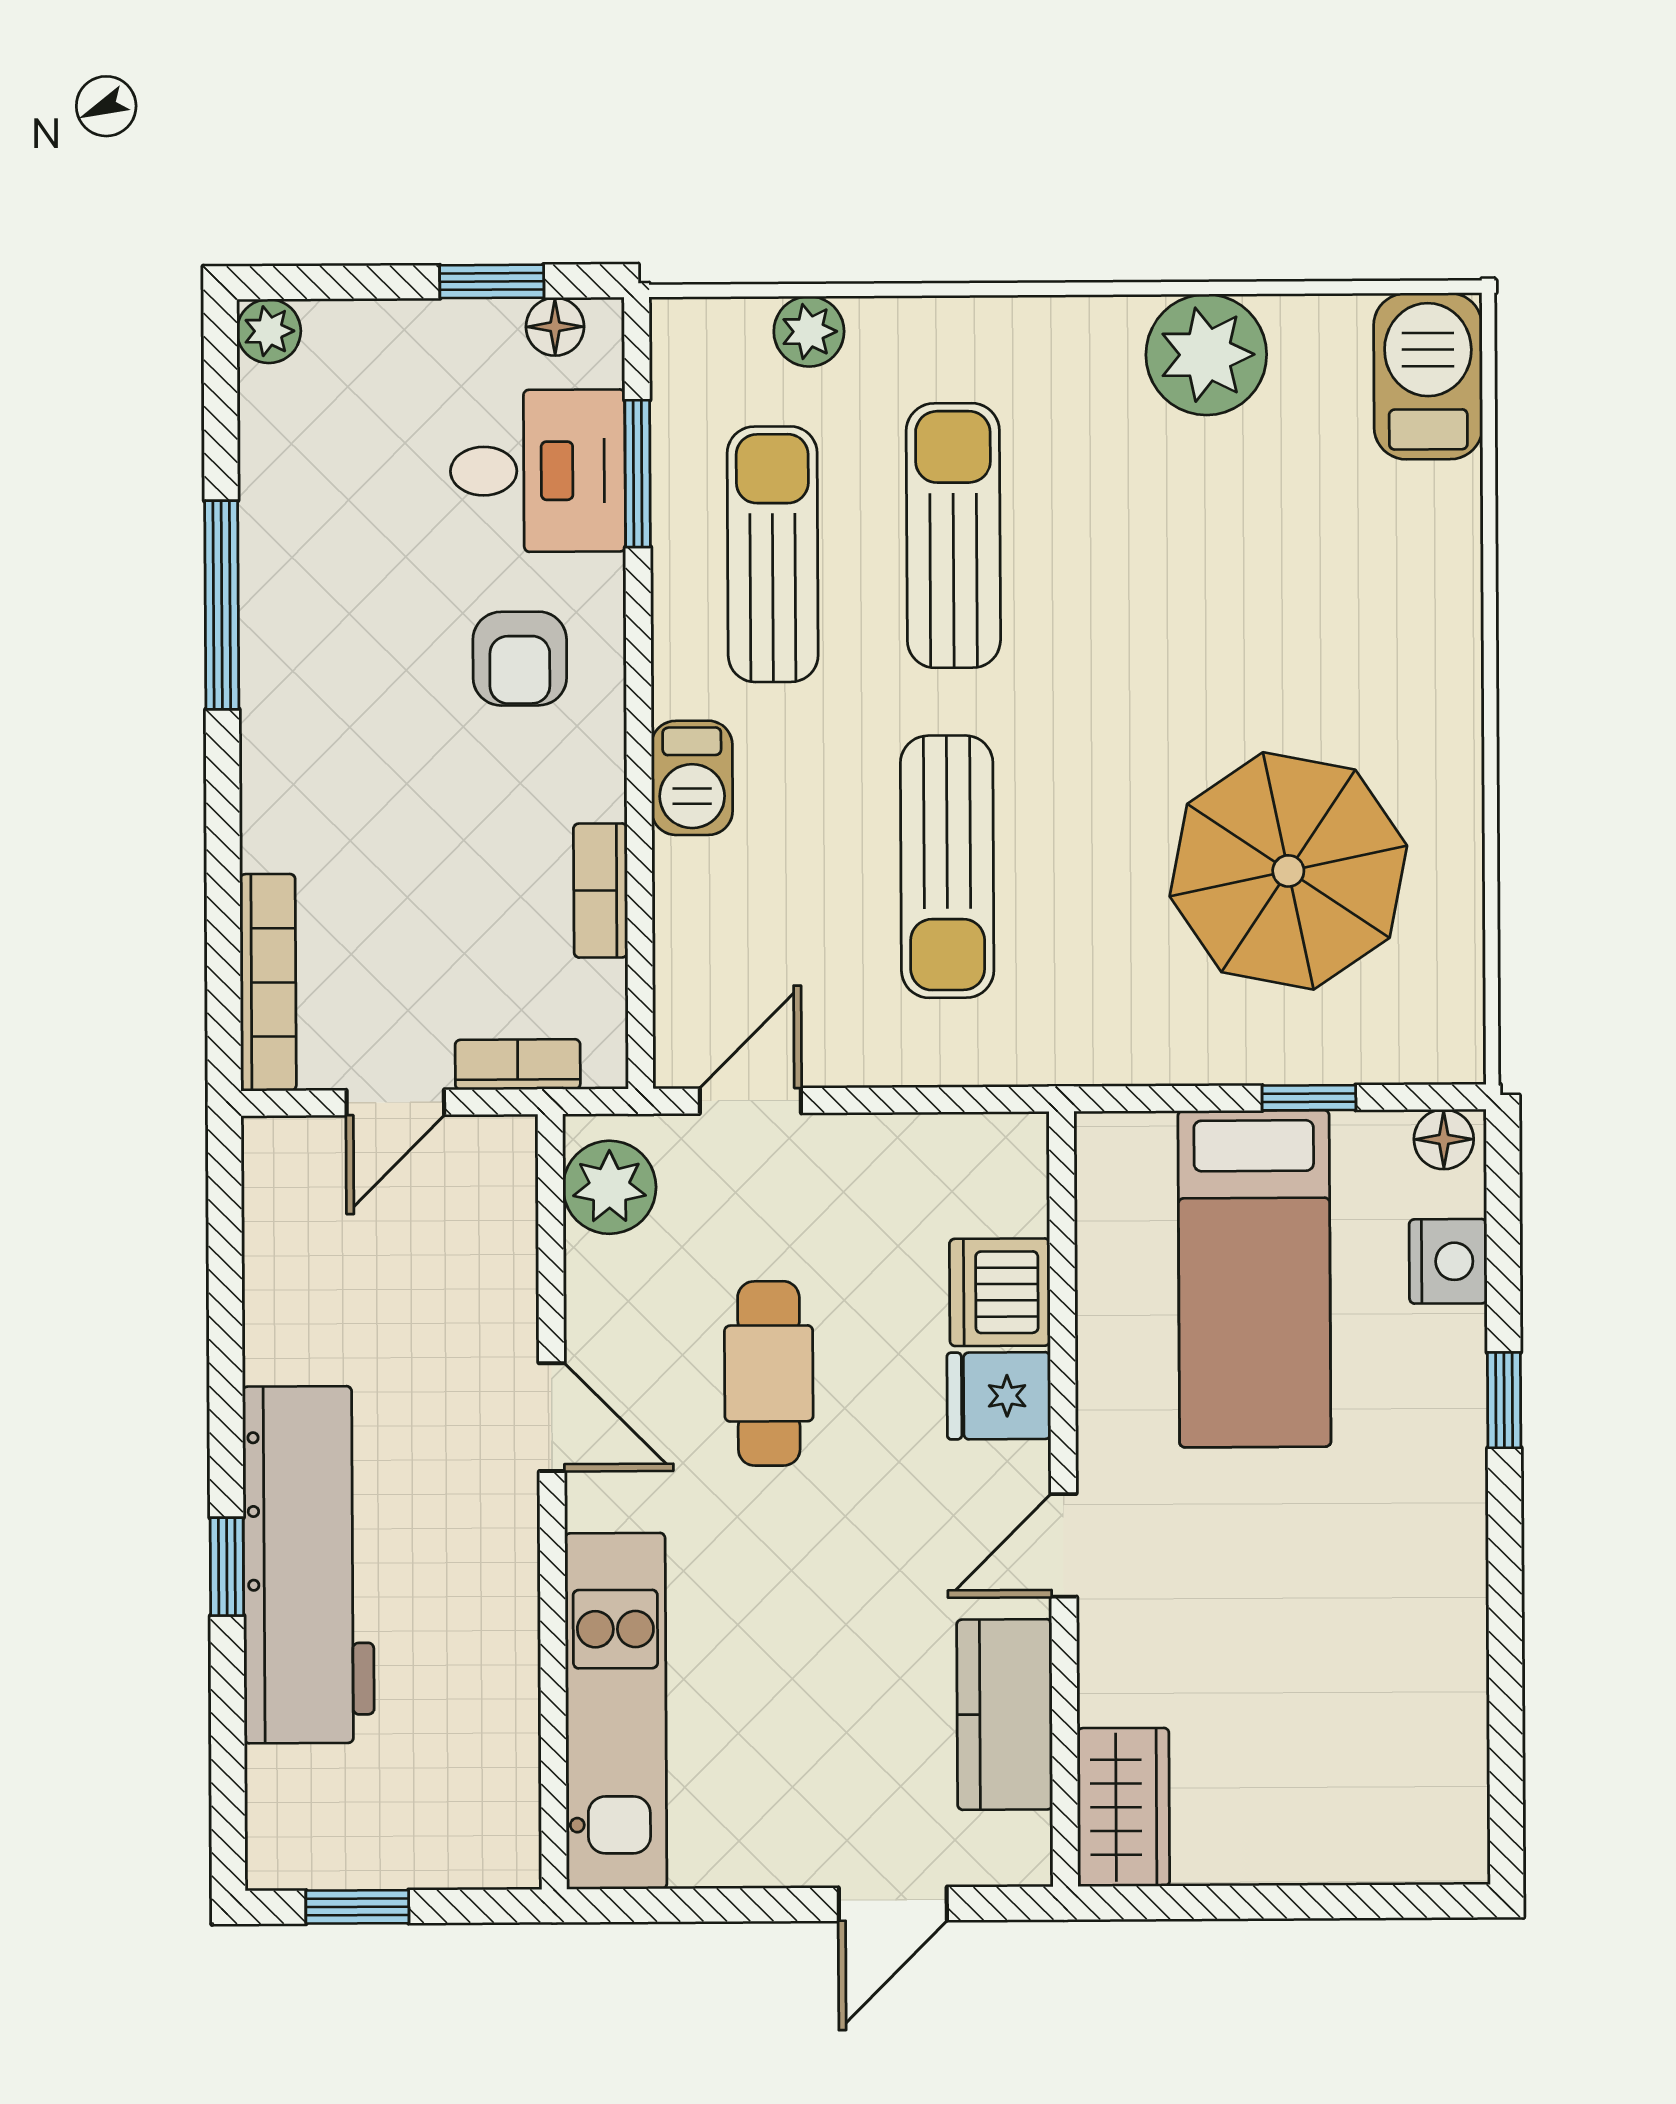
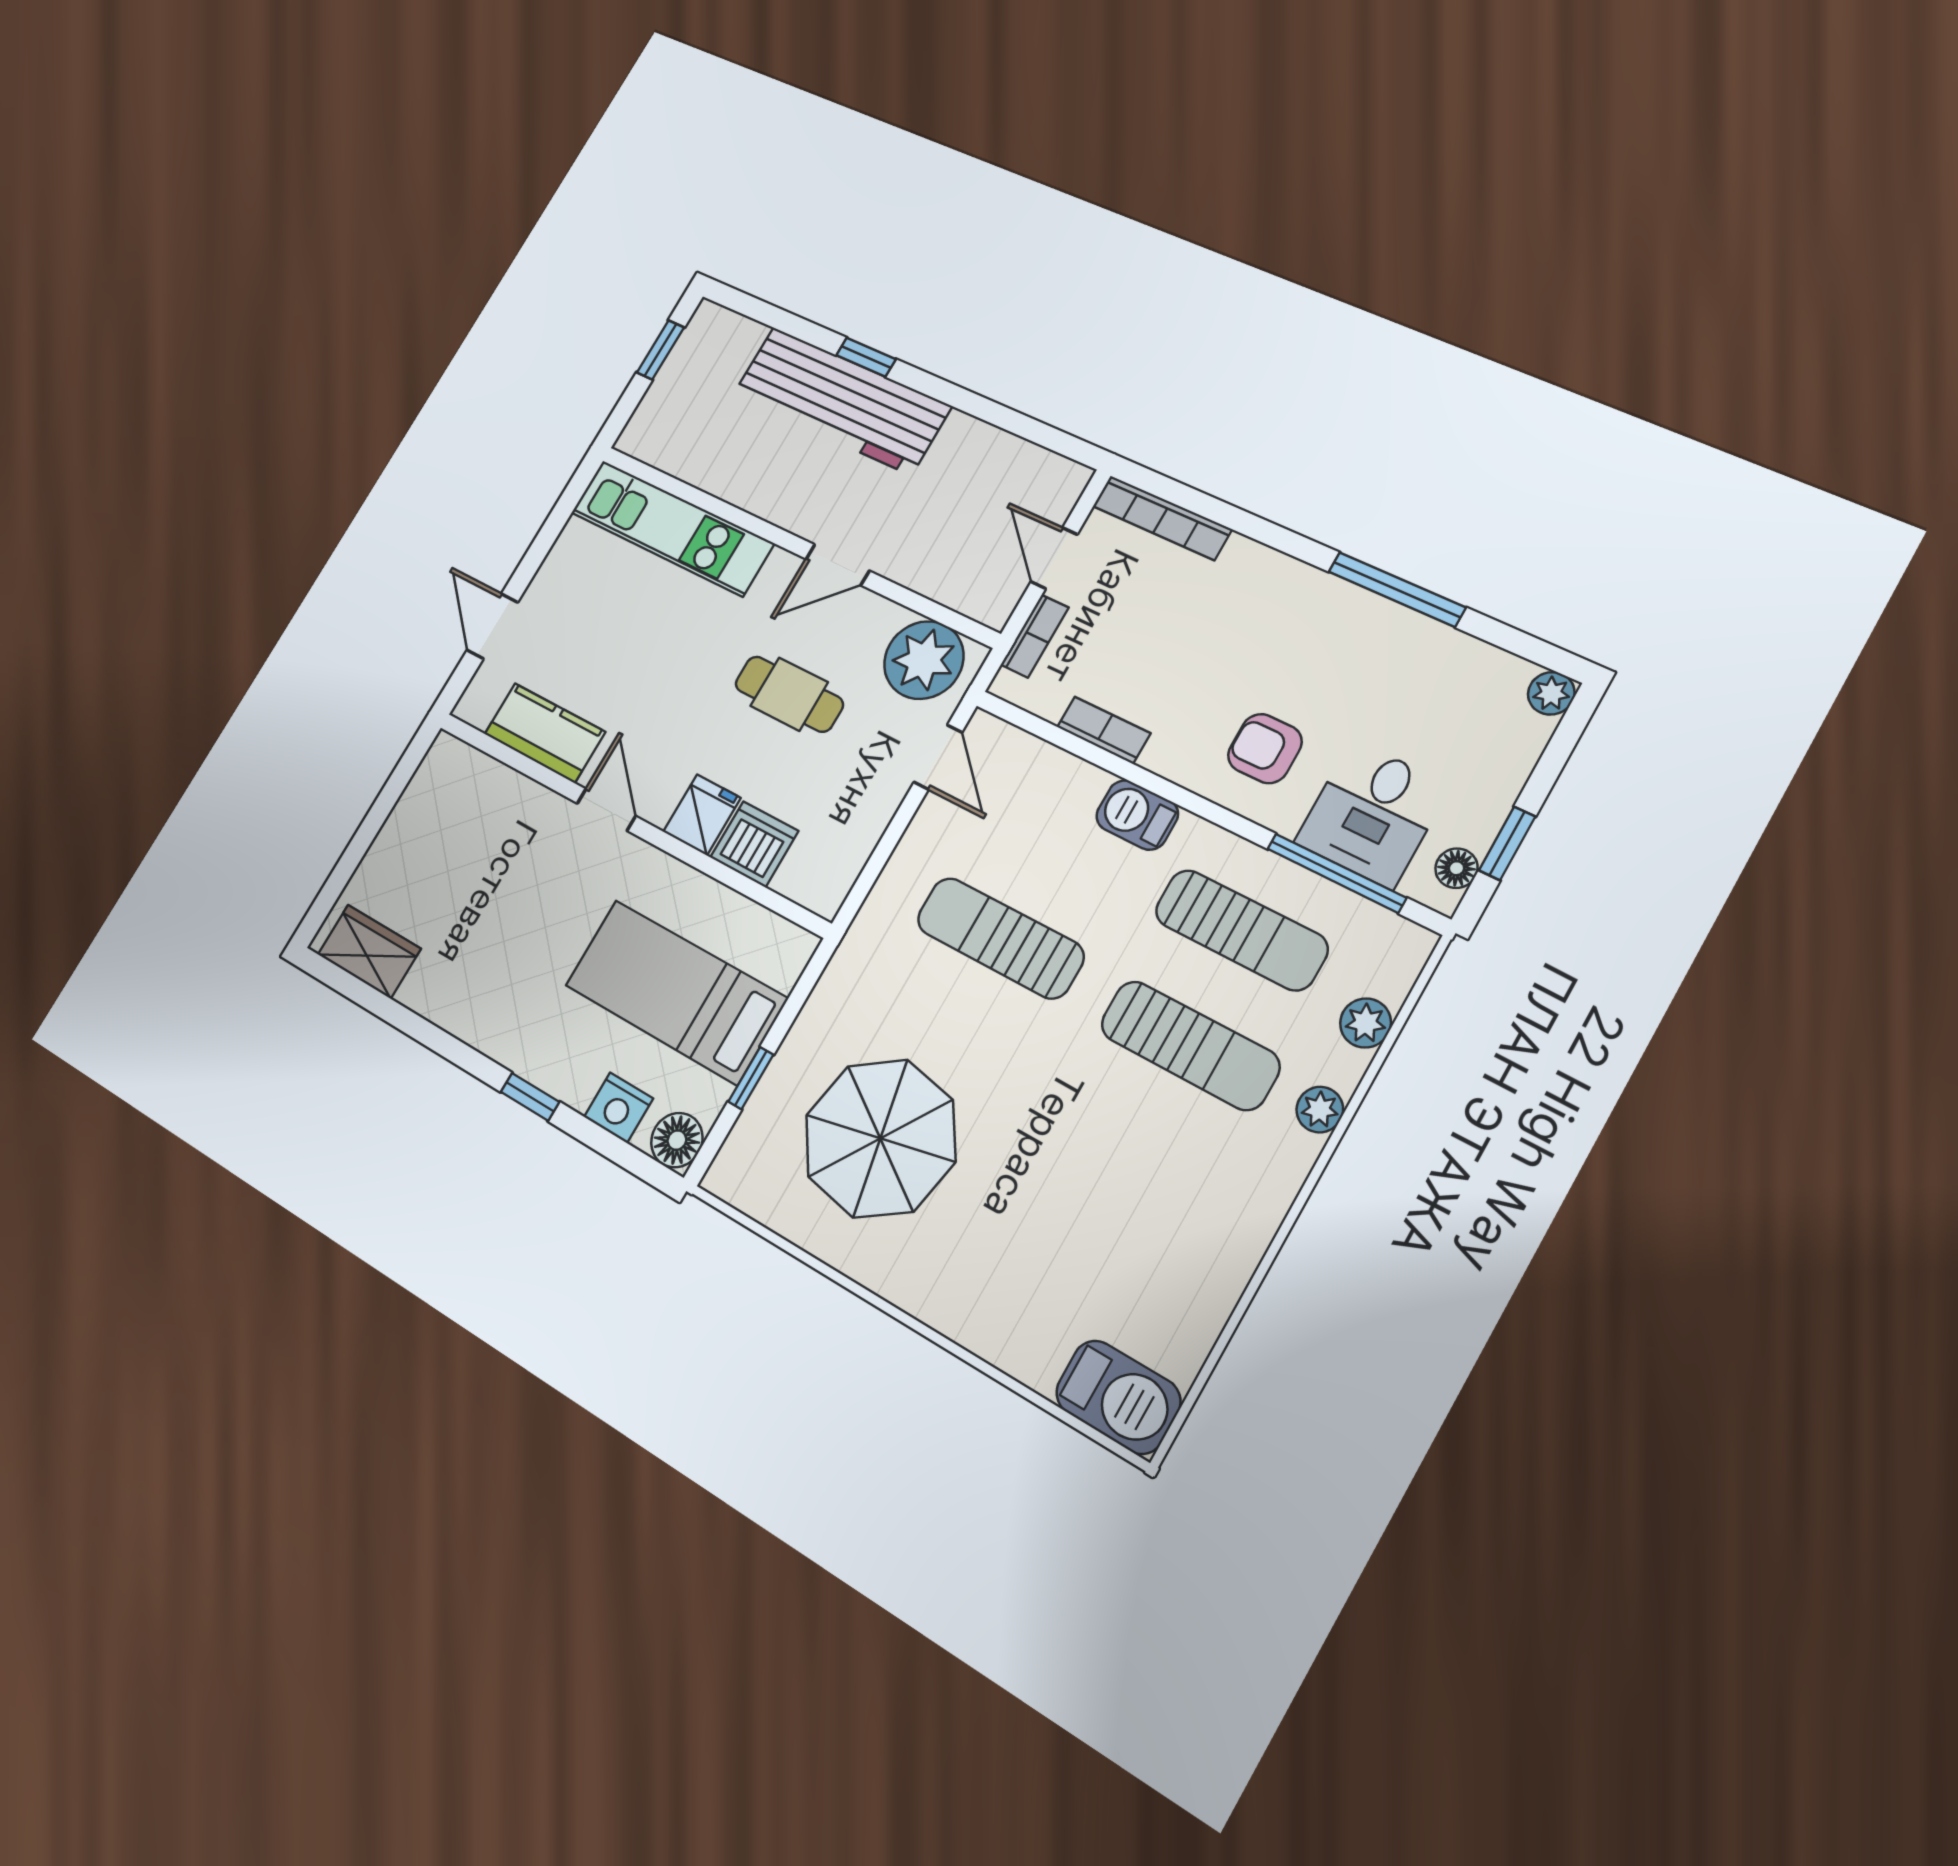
plant: (1206, 355) -> (1320, 1110), moved, width x0.53, depth x0.53
window: (638, 474) -> (1336, 873), width x1.44
floor lamp: (1444, 1139) -> (677, 1140), width x1.37, depth x1.37
plant: (609, 1187) -> (924, 660), width x1.36, depth x1.36
wardrobe: (1123, 1807) -> (369, 952), moved, turned 180

